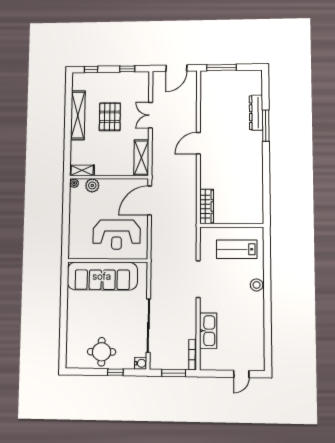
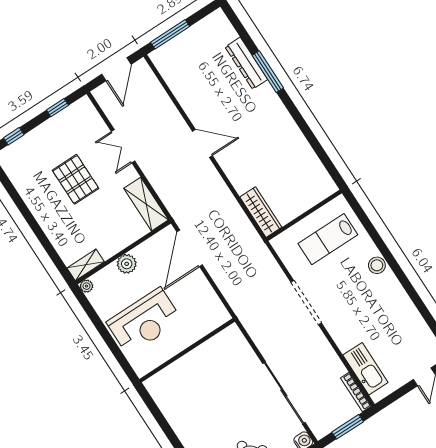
shelving: (78, 115) -> (36, 202), removed
door: (198, 143) -> (202, 143), swing flipped
plant: (92, 185) -> (127, 264), moved
reception desk: (117, 235) -> (144, 321), moved
sofa: (102, 276) -> (193, 372), removed
kitchen sink: (208, 331) -> (365, 369), moved

